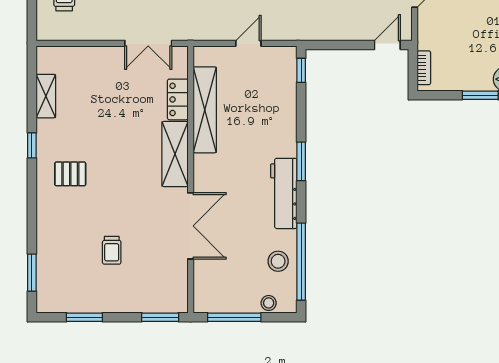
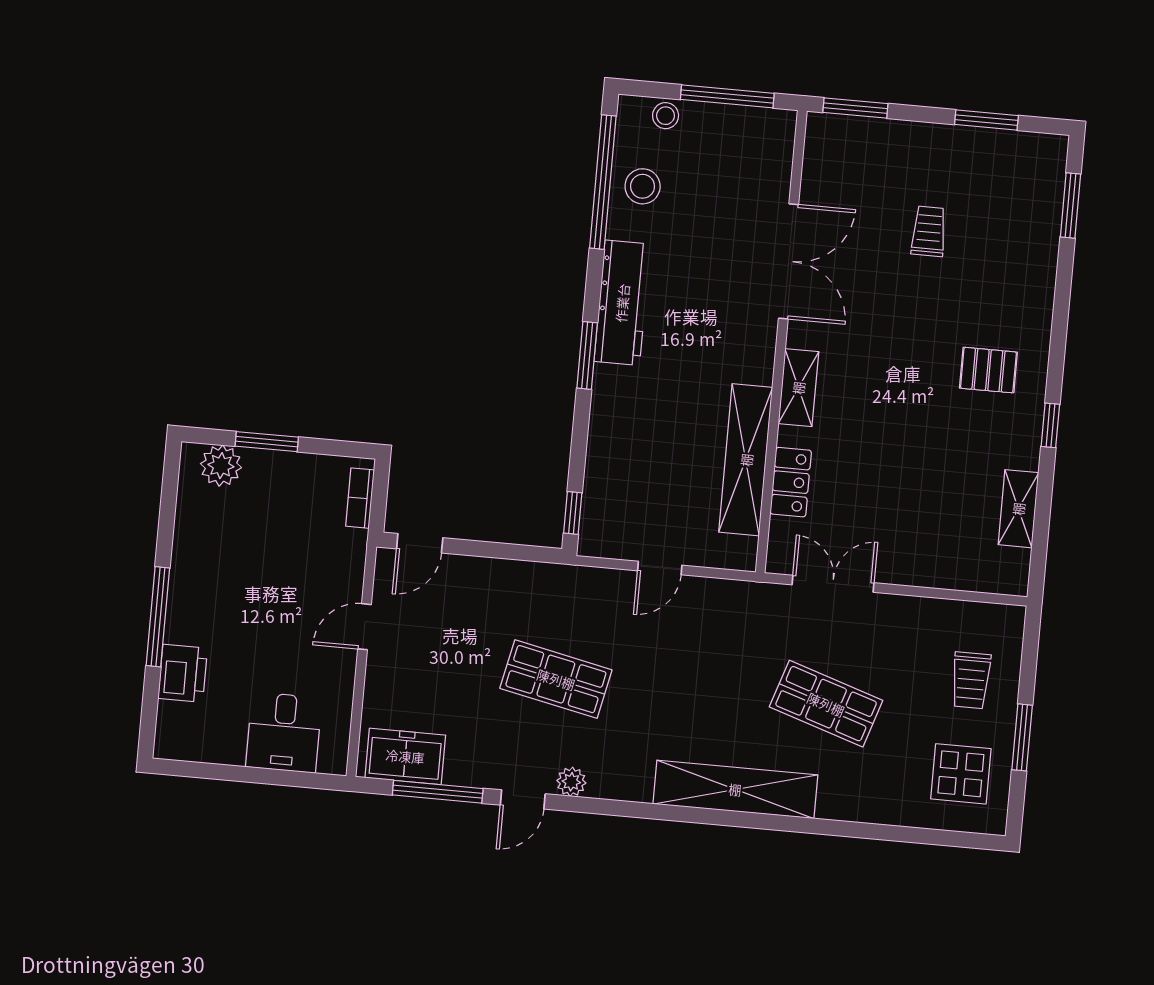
shelving: (175, 154) -> (798, 388), width x0.67, depth x0.75
double door: (191, 226) -> (789, 261), swing flipped

